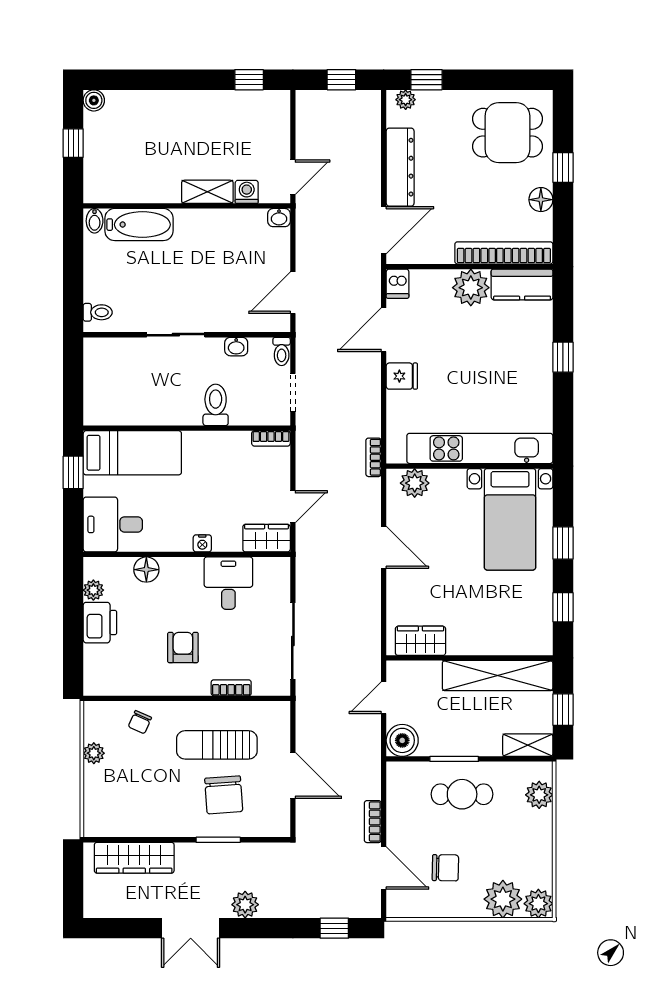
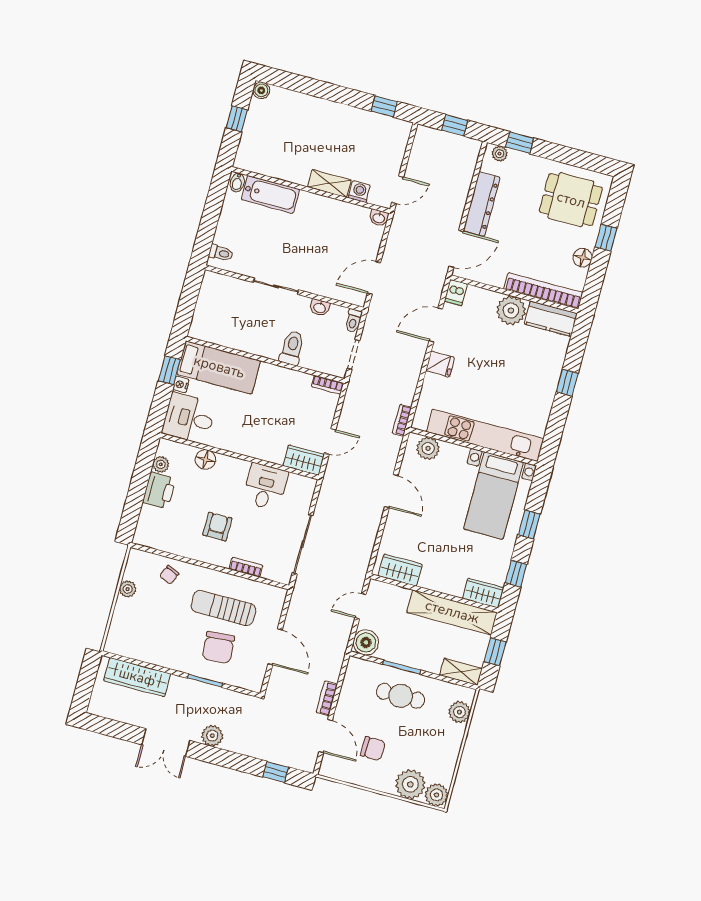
nightstand: (202, 543) -> (181, 385), moved, turned 90
wardrobe: (529, 642) -> (483, 593), added

